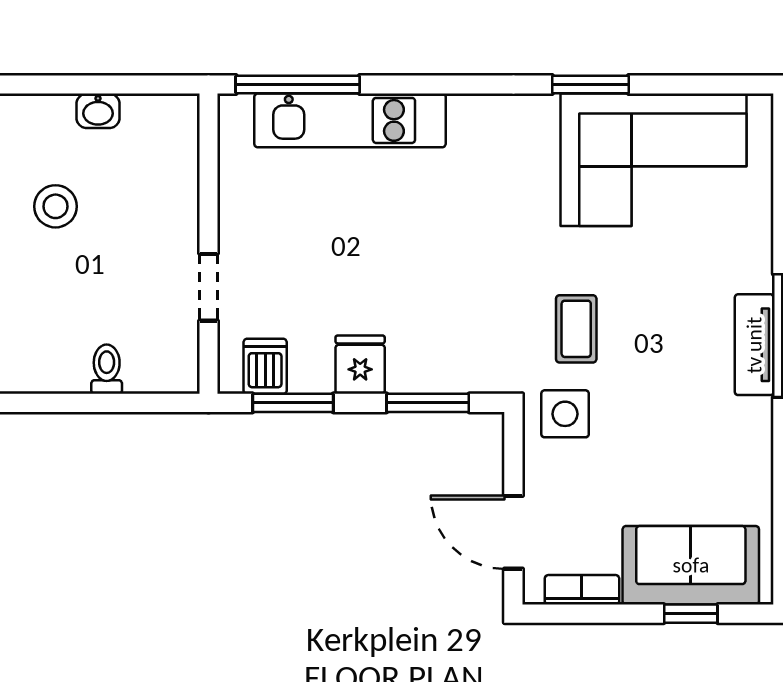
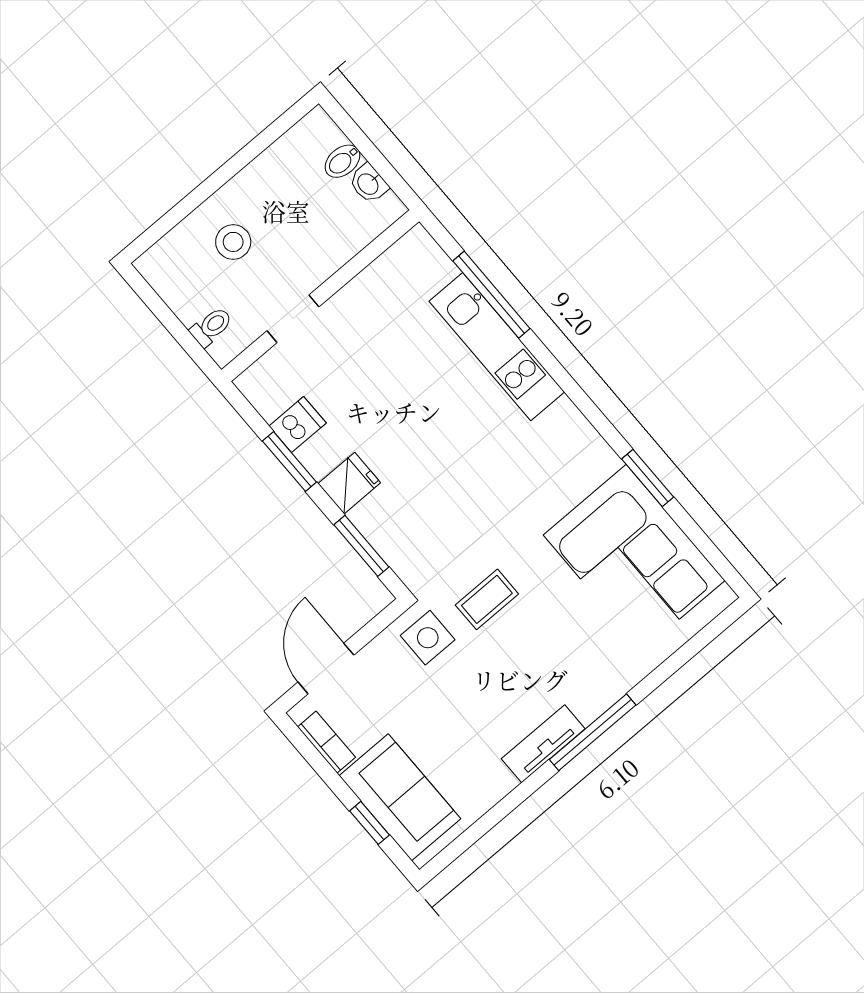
bidet: (57, 117) -> (343, 161), added
stool: (55, 206) -> (233, 242), moved
wall: (208, 244) -> (320, 296), moved
doorway: (208, 287) -> (293, 319), moved
tv unit: (754, 345) -> (543, 744), moved

